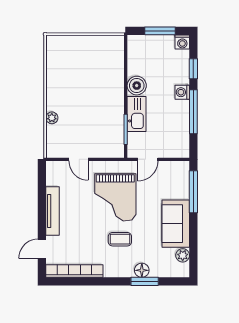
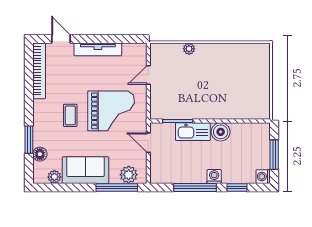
plant: (180, 180) -> (129, 175), added
grand piano: (115, 197) -> (111, 111), turned 180
floor lamp: (142, 270) -> (40, 154), moved

